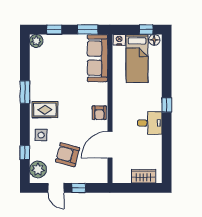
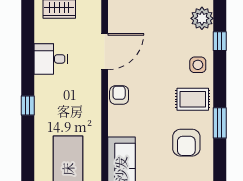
desk: (150, 123) -> (51, 59), moved
armchair: (68, 155) -> (186, 143), moved, turned 75

